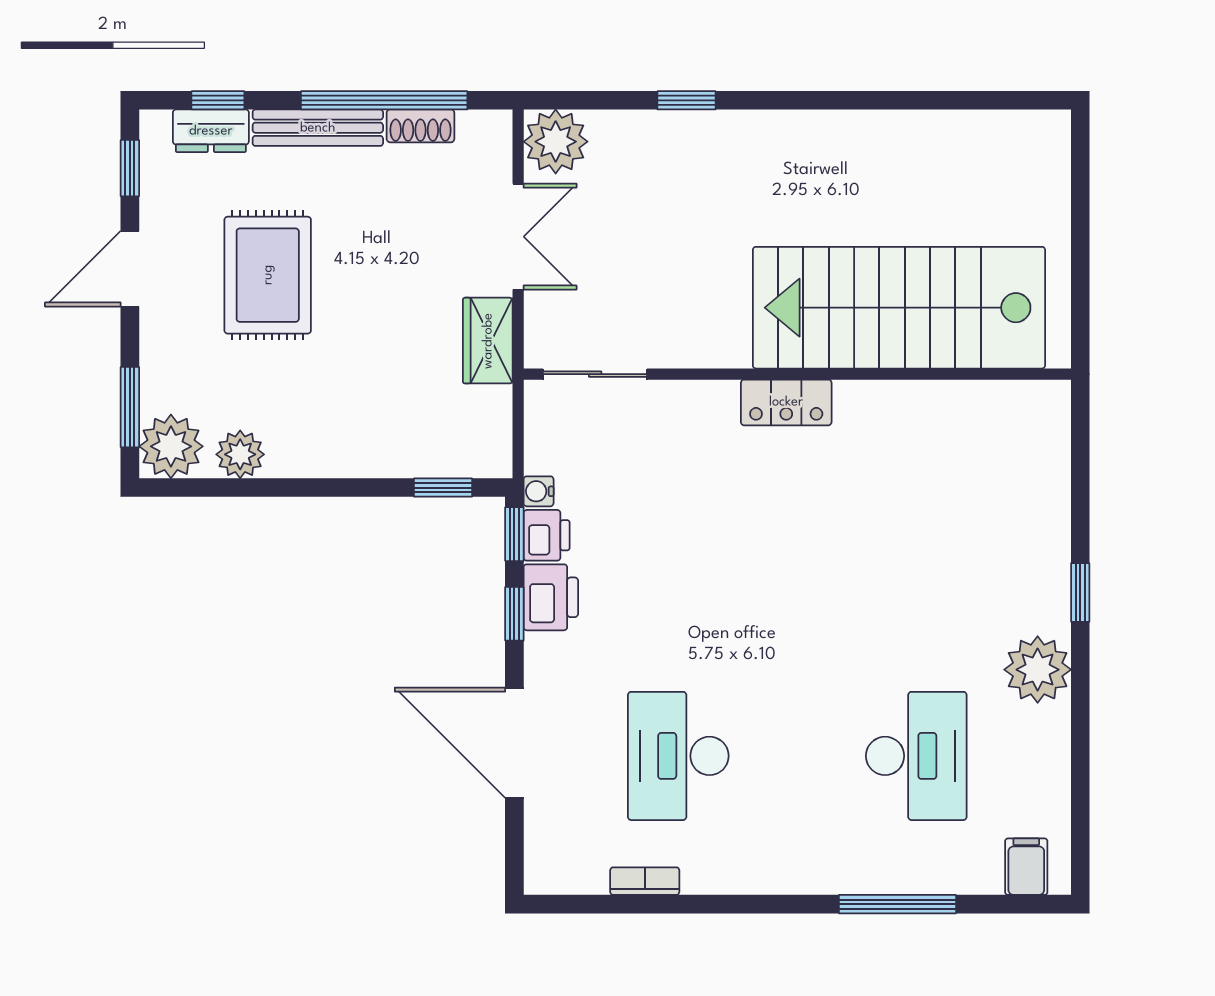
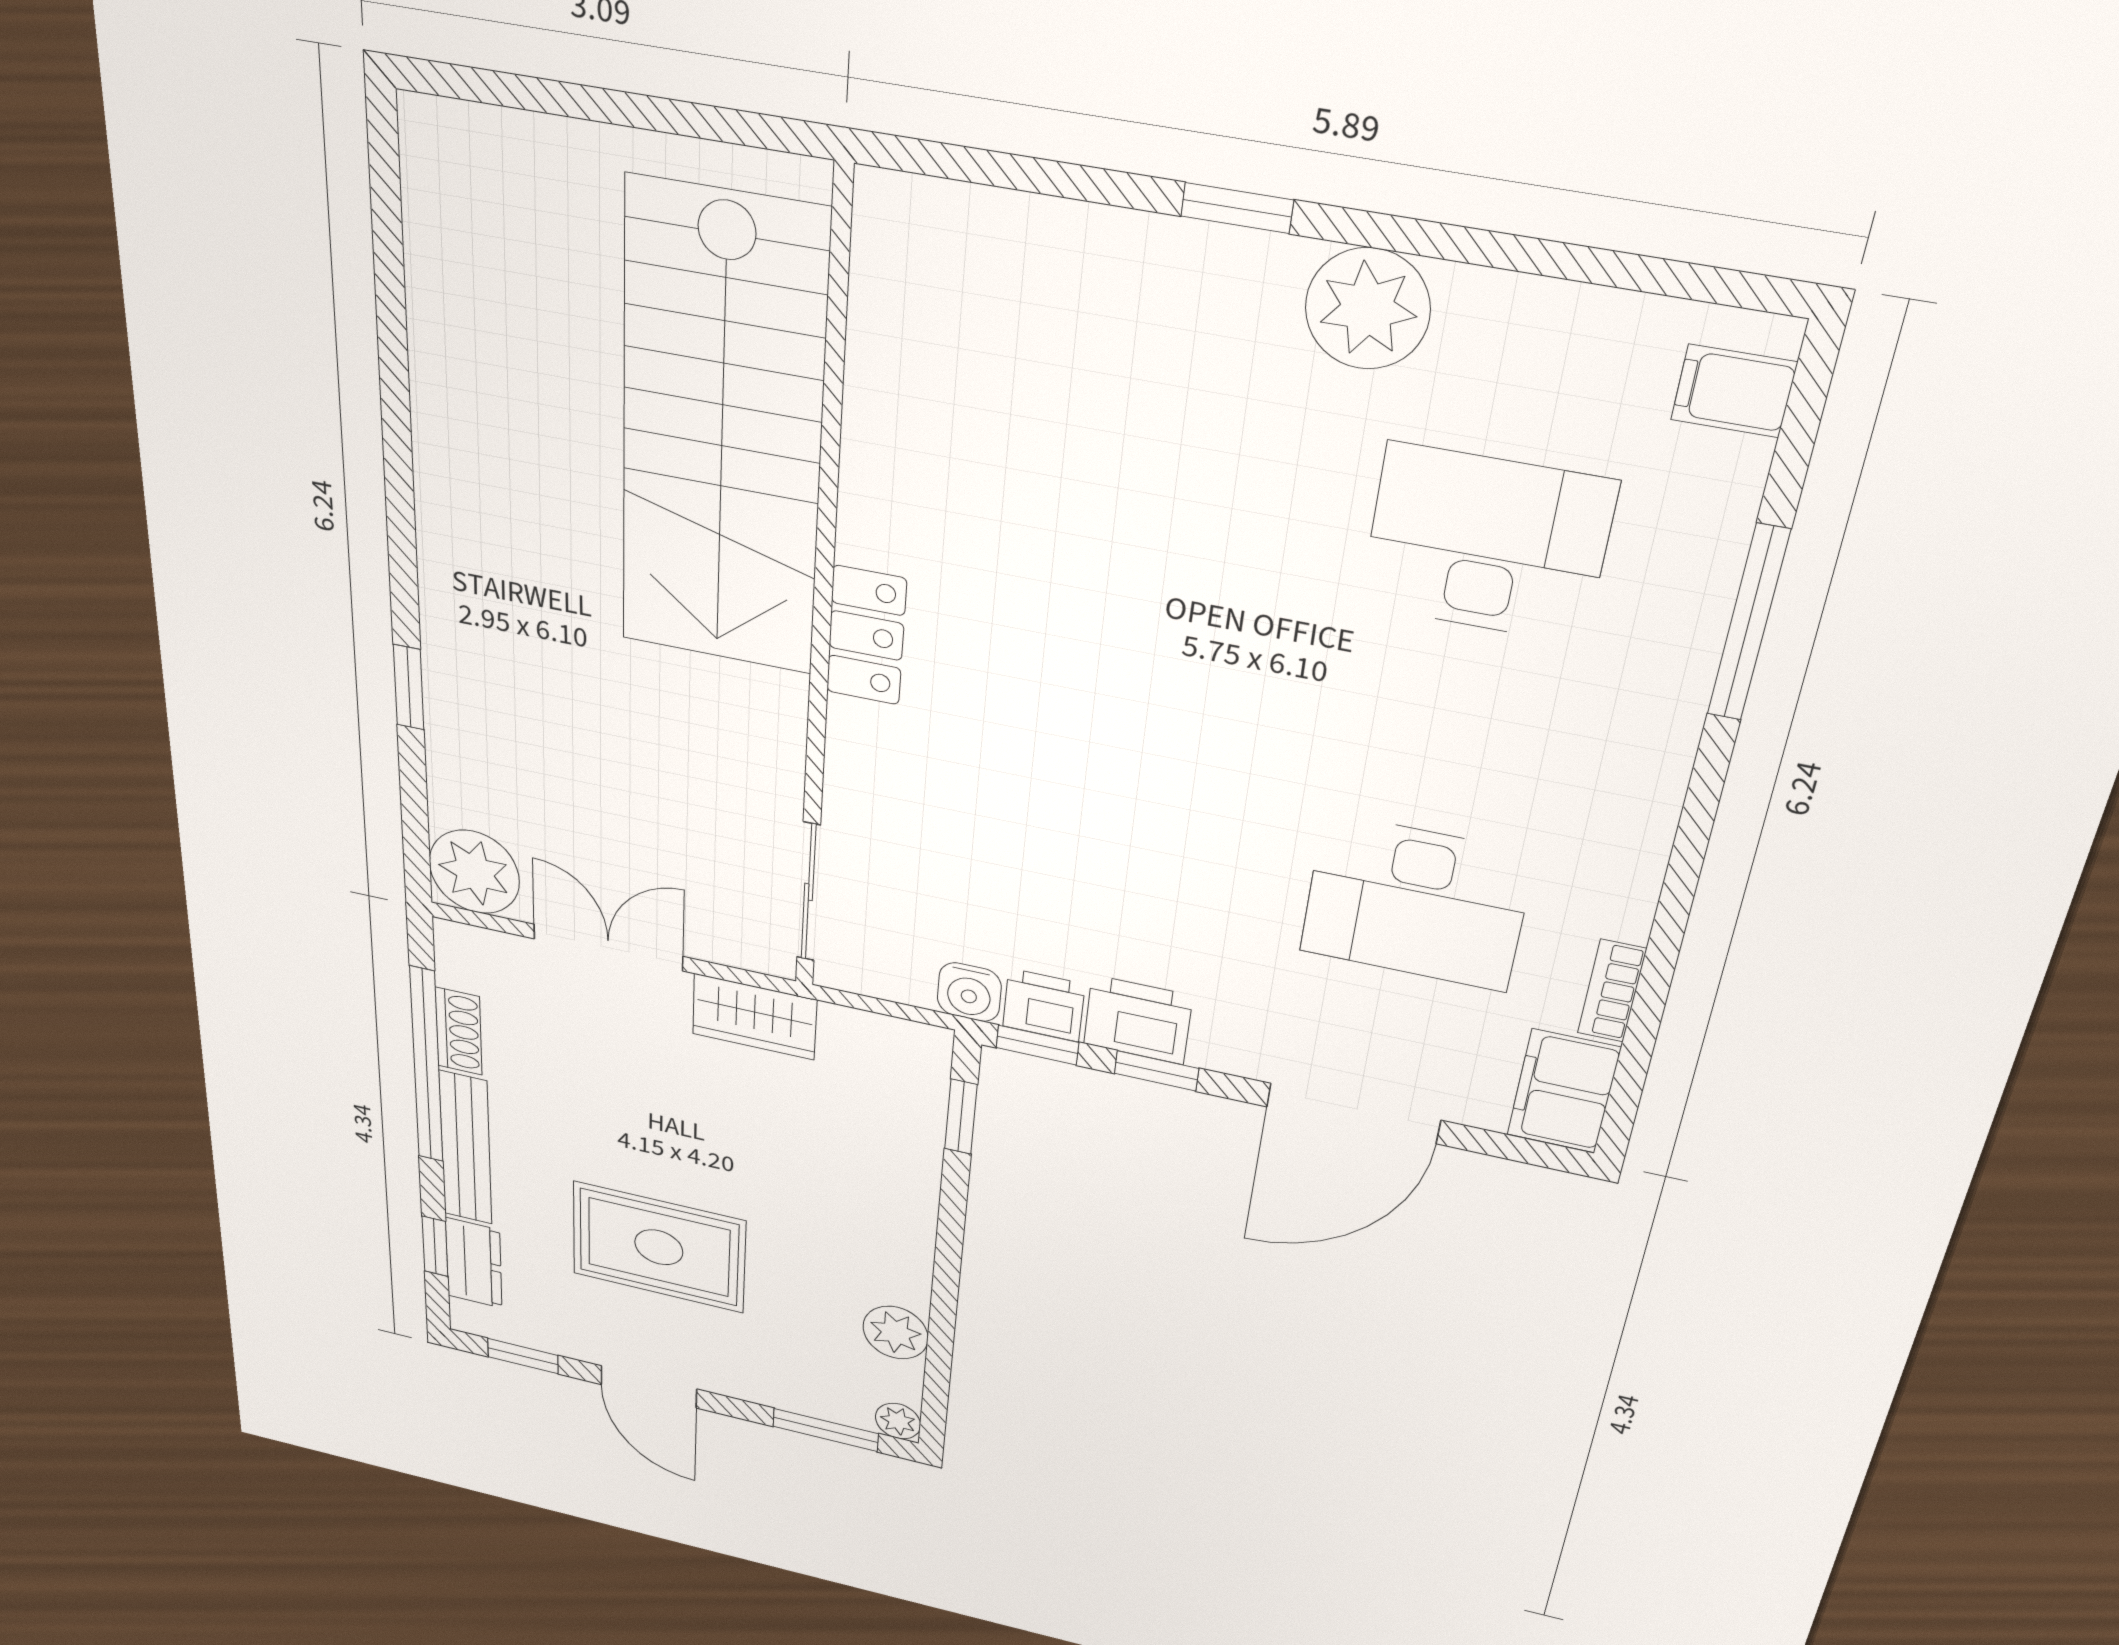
plant: (171, 446) -> (898, 1421), width x0.53, depth x0.53
water cooler: (539, 491) -> (969, 992), width x1.38, depth x1.38
filing cabinet: (565, 867) -> (1564, 1091), added

